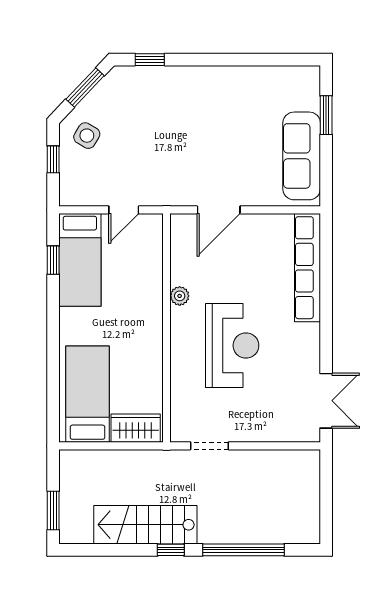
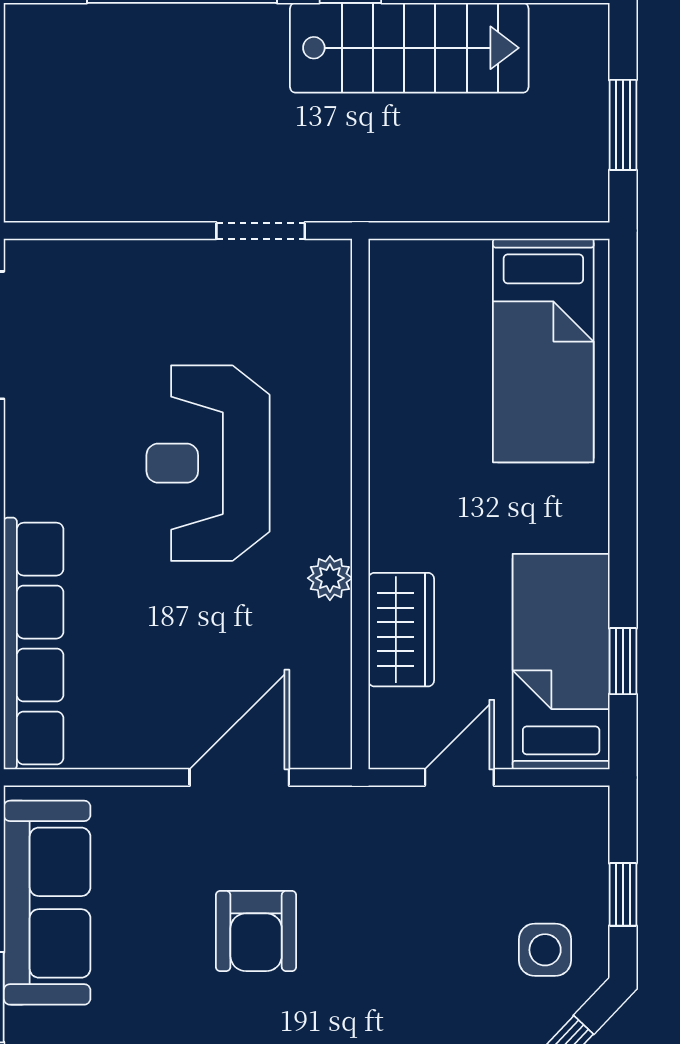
side table: (87, 136) -> (545, 950), turned -31
armchair: (211, 144) -> (256, 931), added
wardrobe: (136, 428) -> (401, 630), moved, turned -90
window: (53, 511) -> (623, 125), moved

